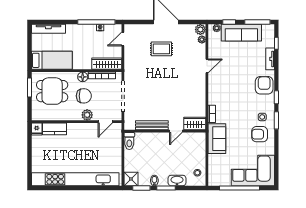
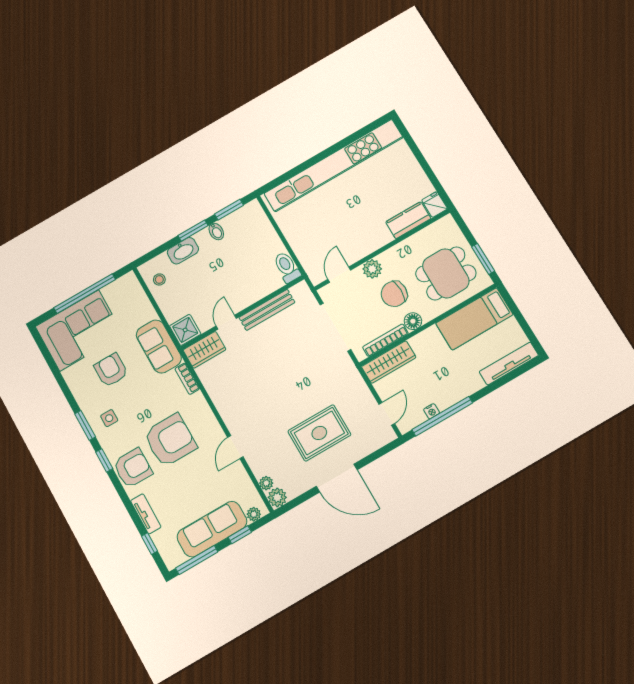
rug: (161, 49) -> (319, 433), width x1.36, depth x1.43
armchair: (264, 85) -> (133, 468), turned -90
armchair: (238, 88) -> (170, 440), added
armchair: (260, 134) -> (111, 370), moved, turned -90
shower: (131, 179) -> (185, 330), moved

